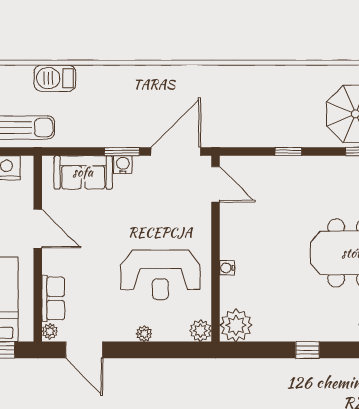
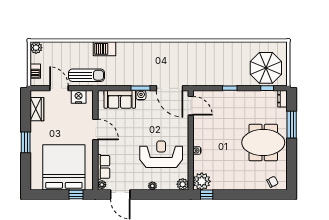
door: (176, 152) -> (169, 88), swing flipped
reception desk: (160, 275) -> (161, 154), turned 180
window: (307, 350) -> (207, 195), moved

